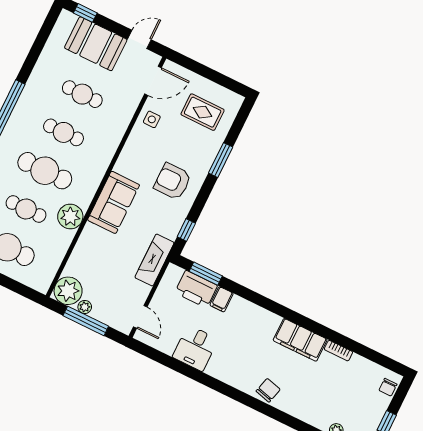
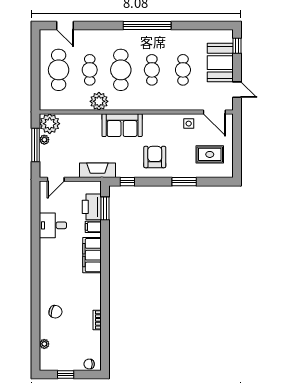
rug: (203, 112) -> (210, 154), turned 90
filing cabinet: (300, 340) -> (92, 255), moved
chair: (268, 390) -> (55, 312), moved

